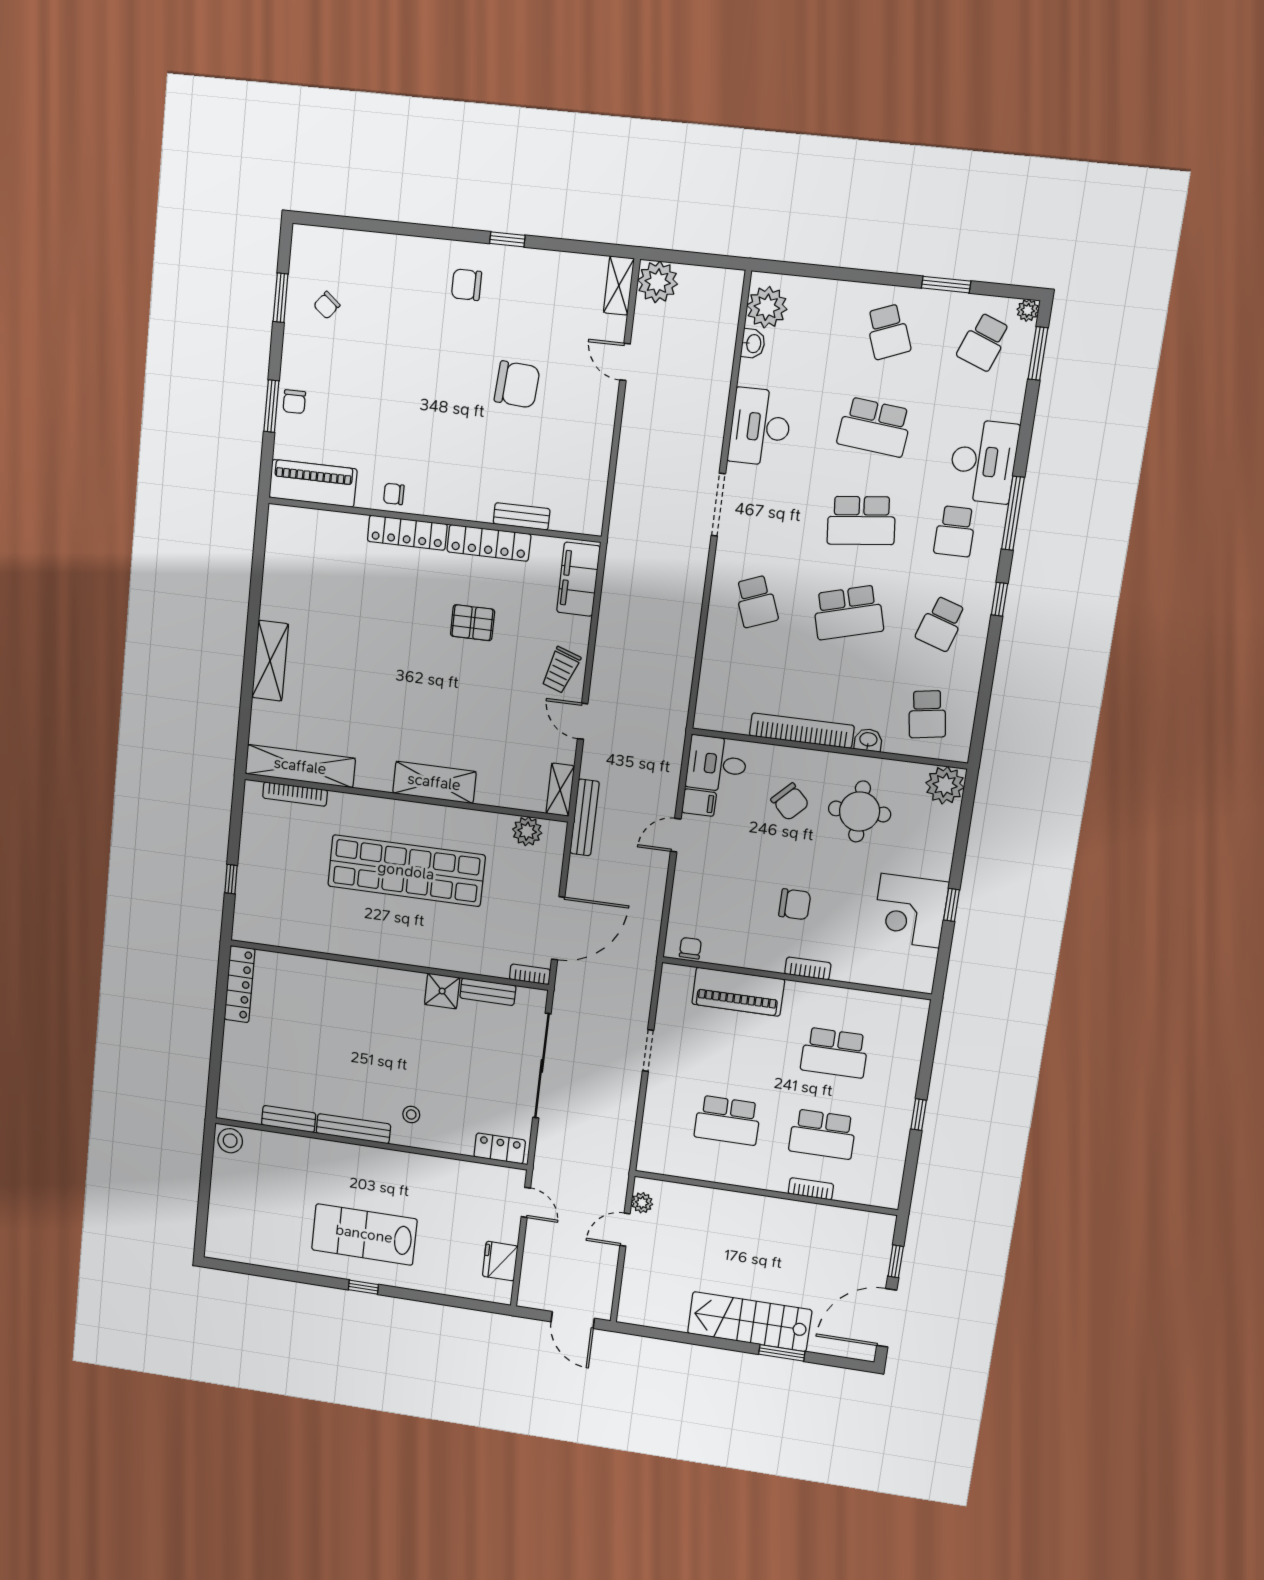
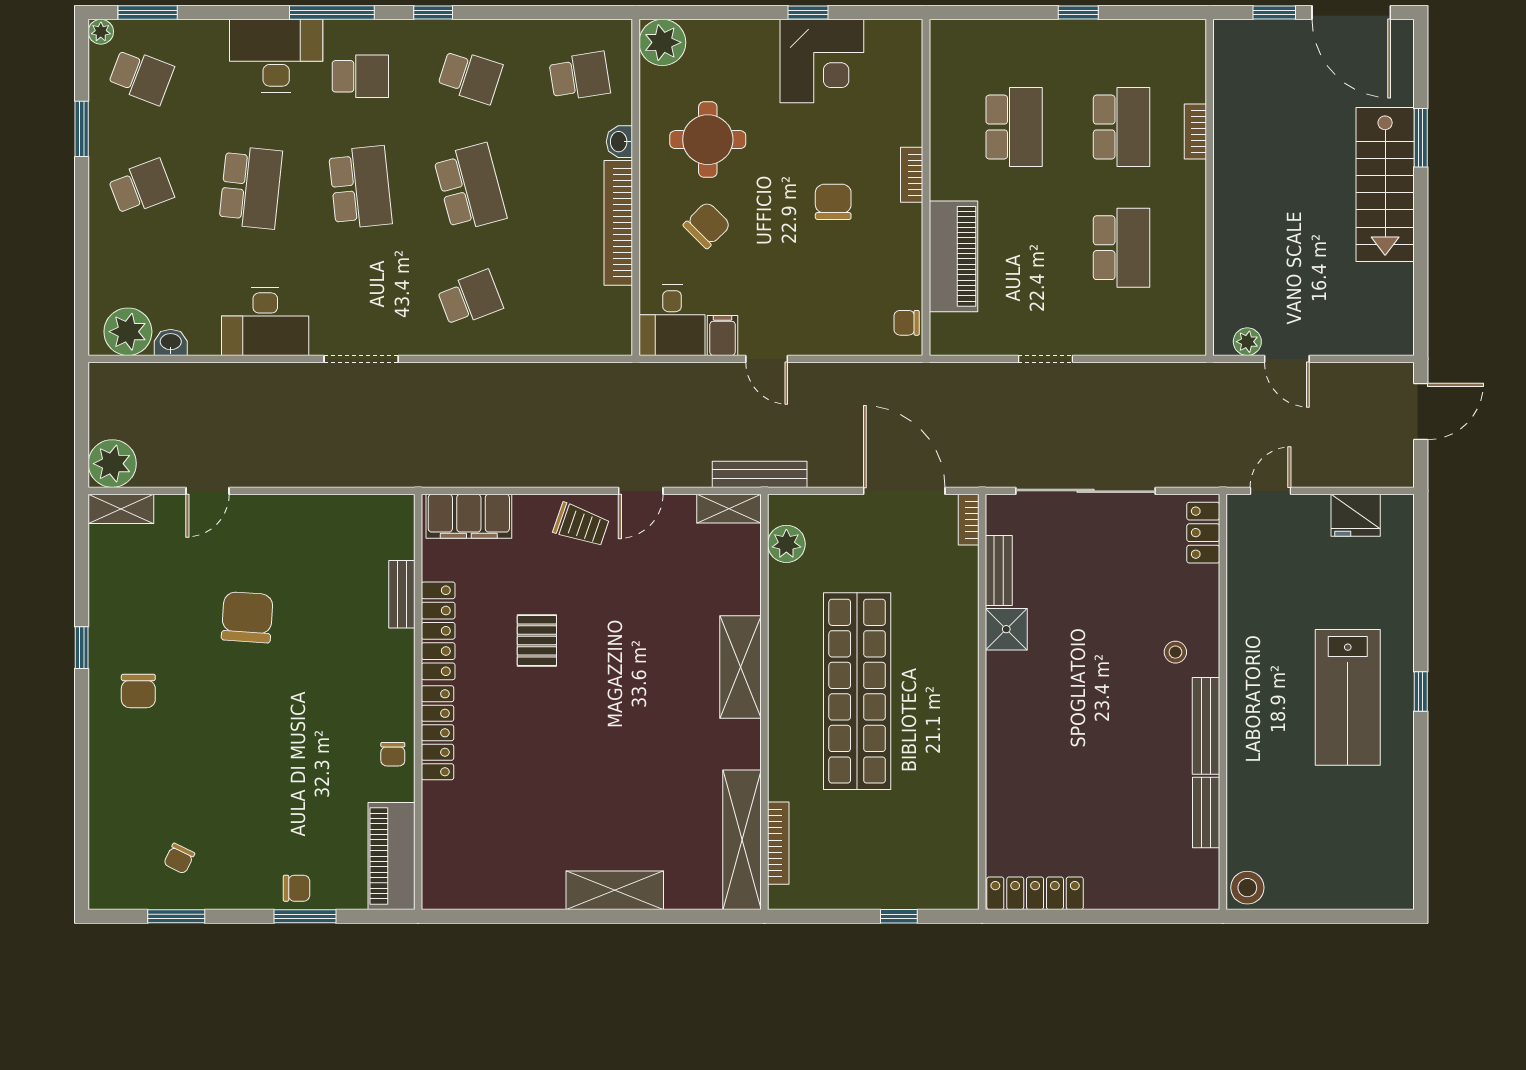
chair: (327, 305) -> (179, 859), turned 77

